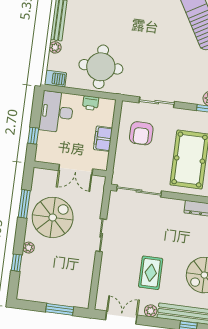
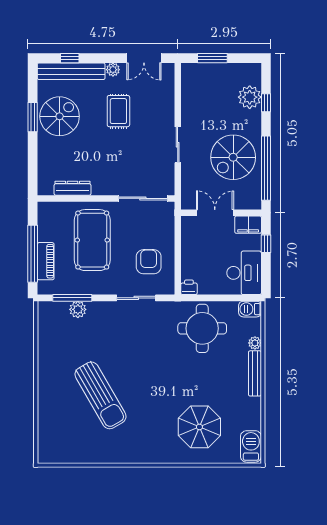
printer: (91, 103) -> (189, 287), moved
filing cabinet: (103, 139) -> (248, 225), moved, turned 90
window: (24, 204) -> (266, 168), width x2.11
plant: (29, 248) -> (250, 97), moved, width x1.88, depth x1.88

